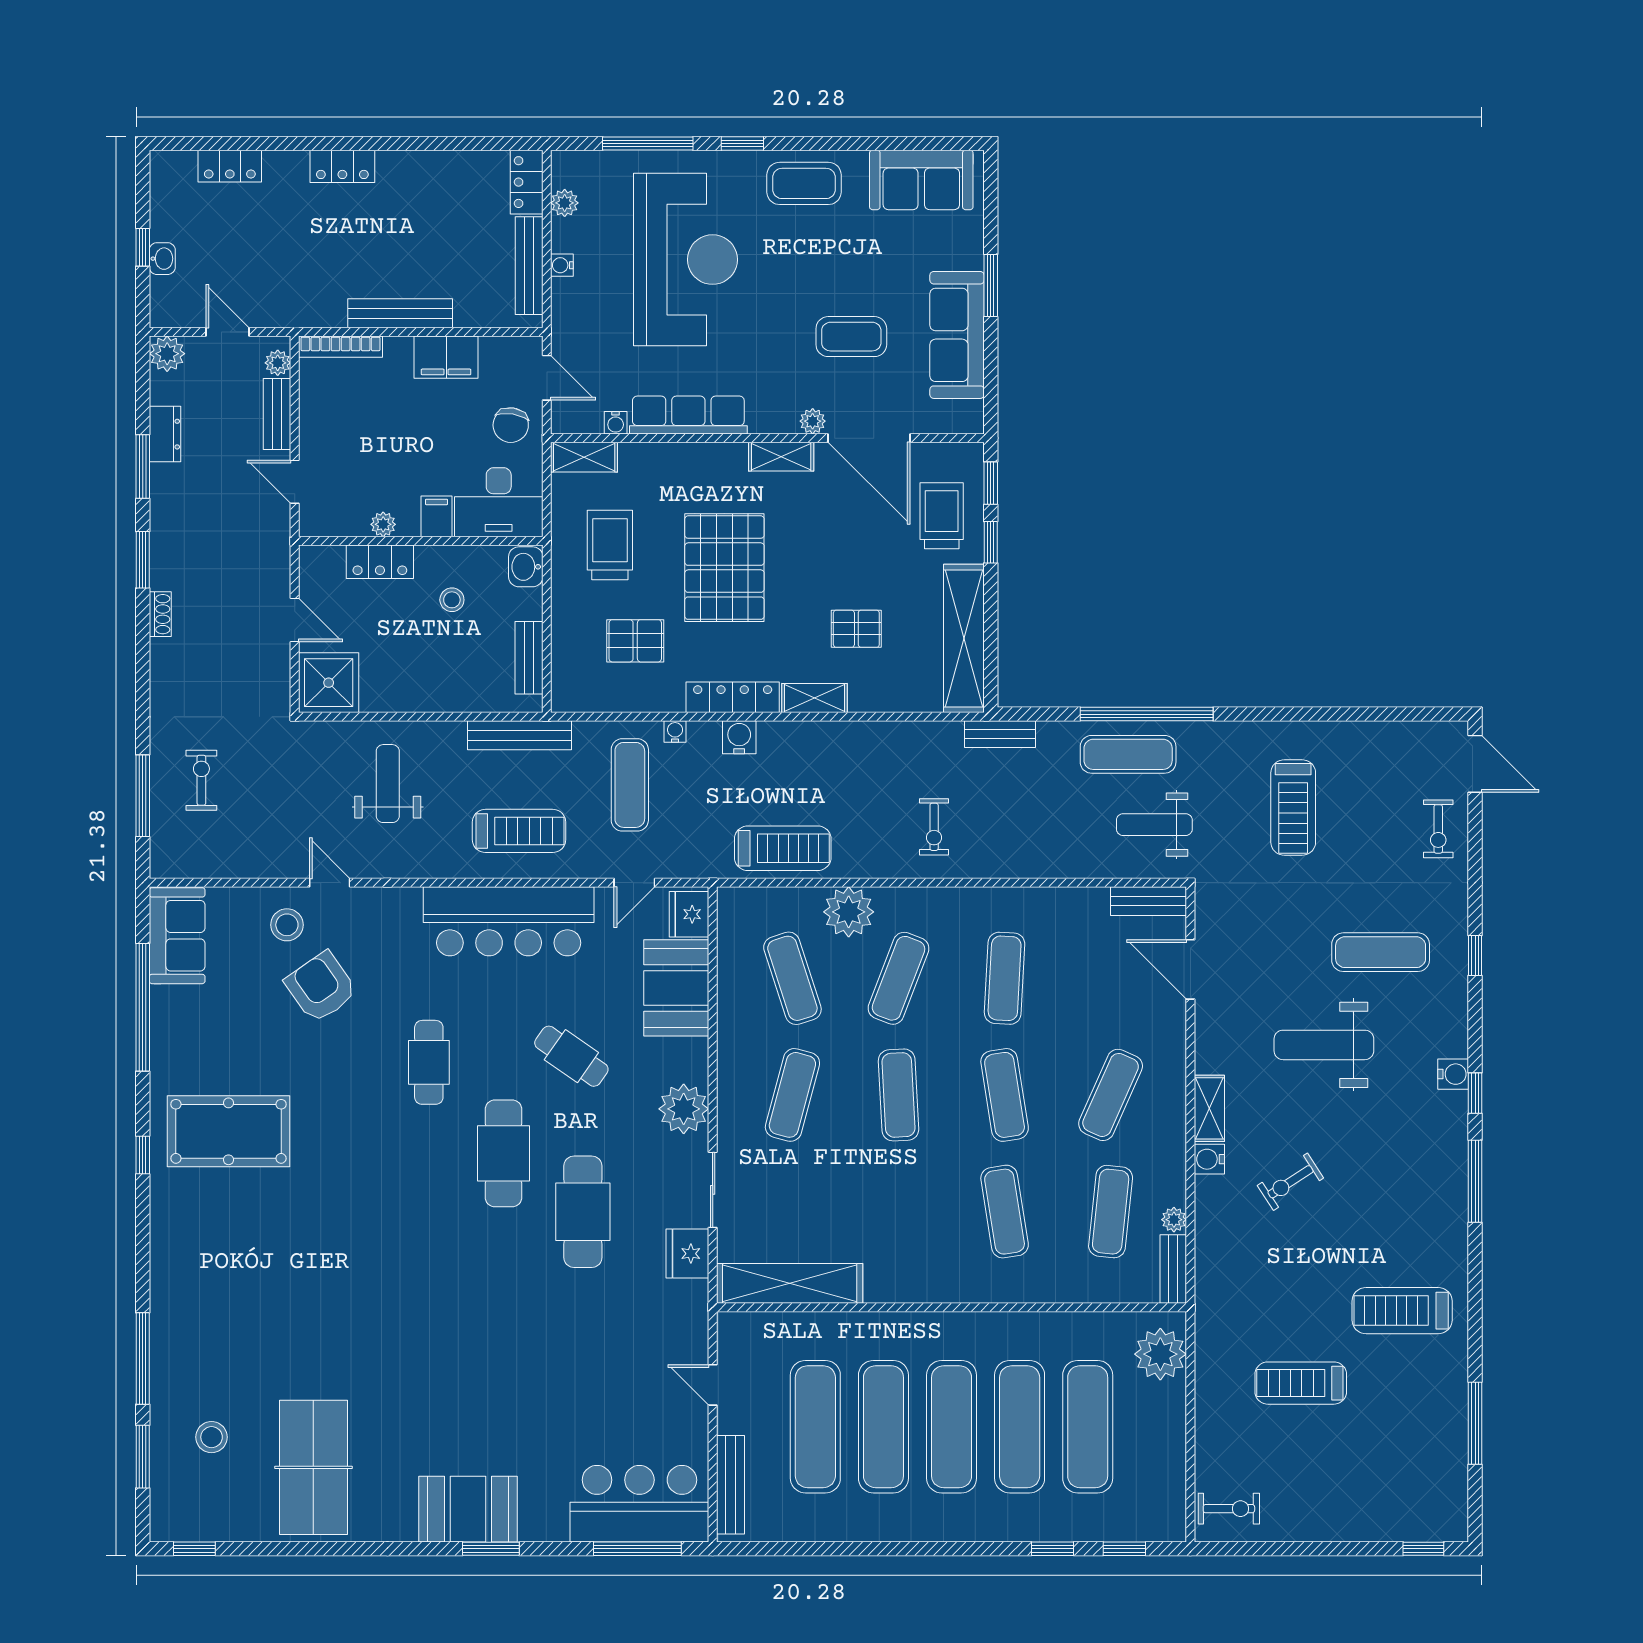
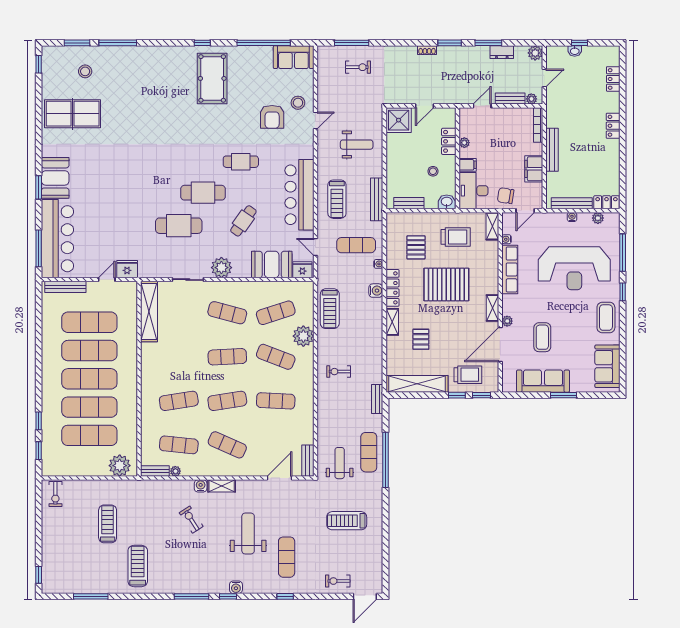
armchair: (321, 987) -> (272, 117), turned 125
fridge: (687, 1254) -> (127, 269), moved
bar counter: (639, 1504) -> (57, 239), width x1.36

